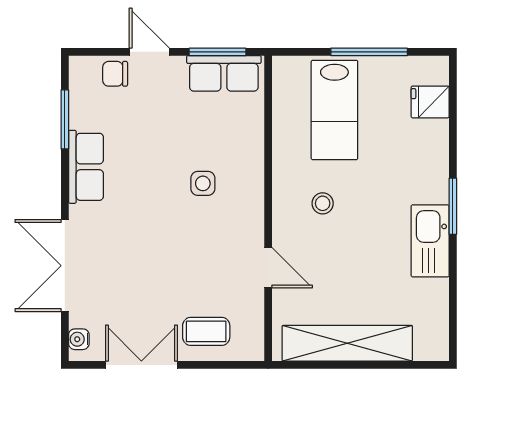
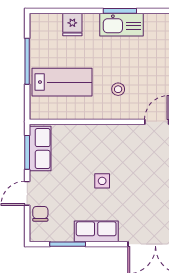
chair: (115, 74) -> (40, 214), turned 180
fridge: (430, 102) -> (72, 25), moved
side table: (203, 183) -> (102, 181), moved
kitchen sink: (430, 241) -> (122, 25), moved

